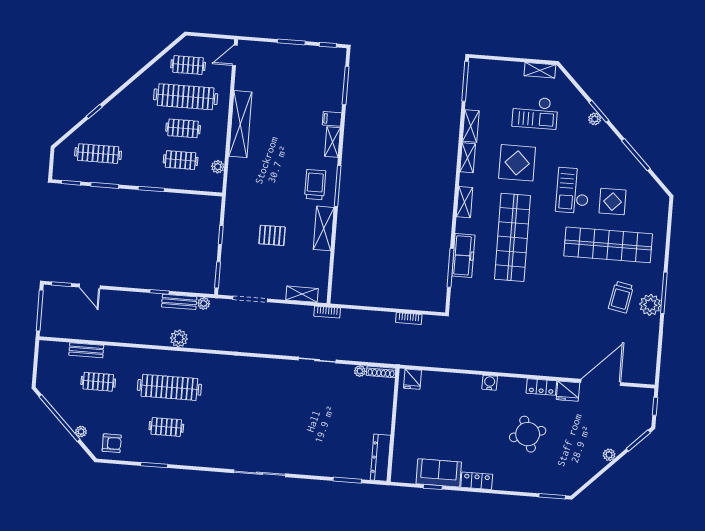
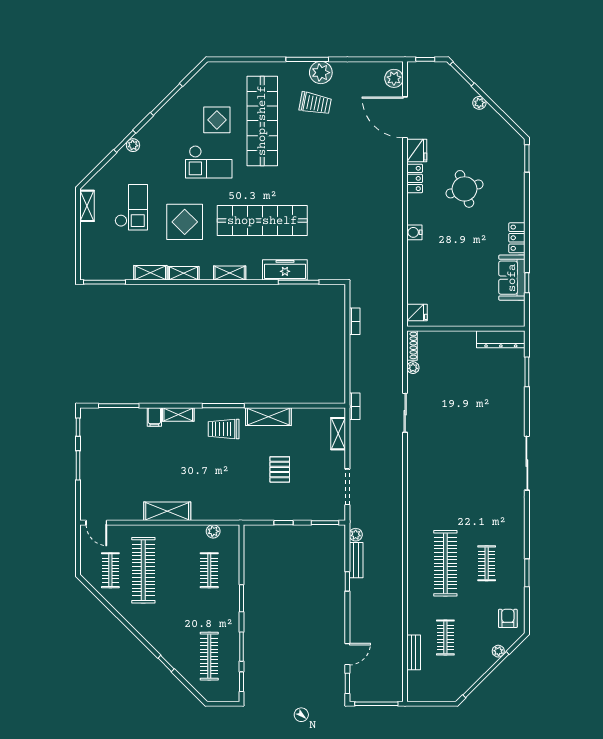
shelving: (240, 124) -> (167, 511), width x0.68
clothes rail: (183, 128) -> (176, 570), removed
plant: (179, 338) -> (394, 78), moved

